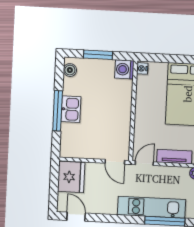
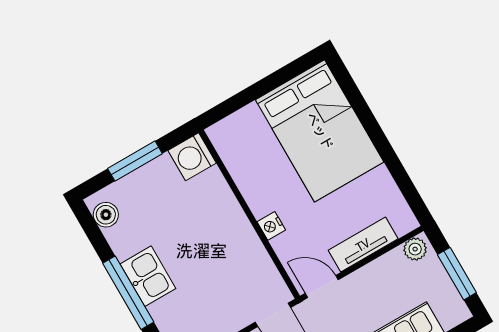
nightstand: (142, 68) -> (271, 226), moved
door: (144, 163) -> (322, 287), hinge flipped

